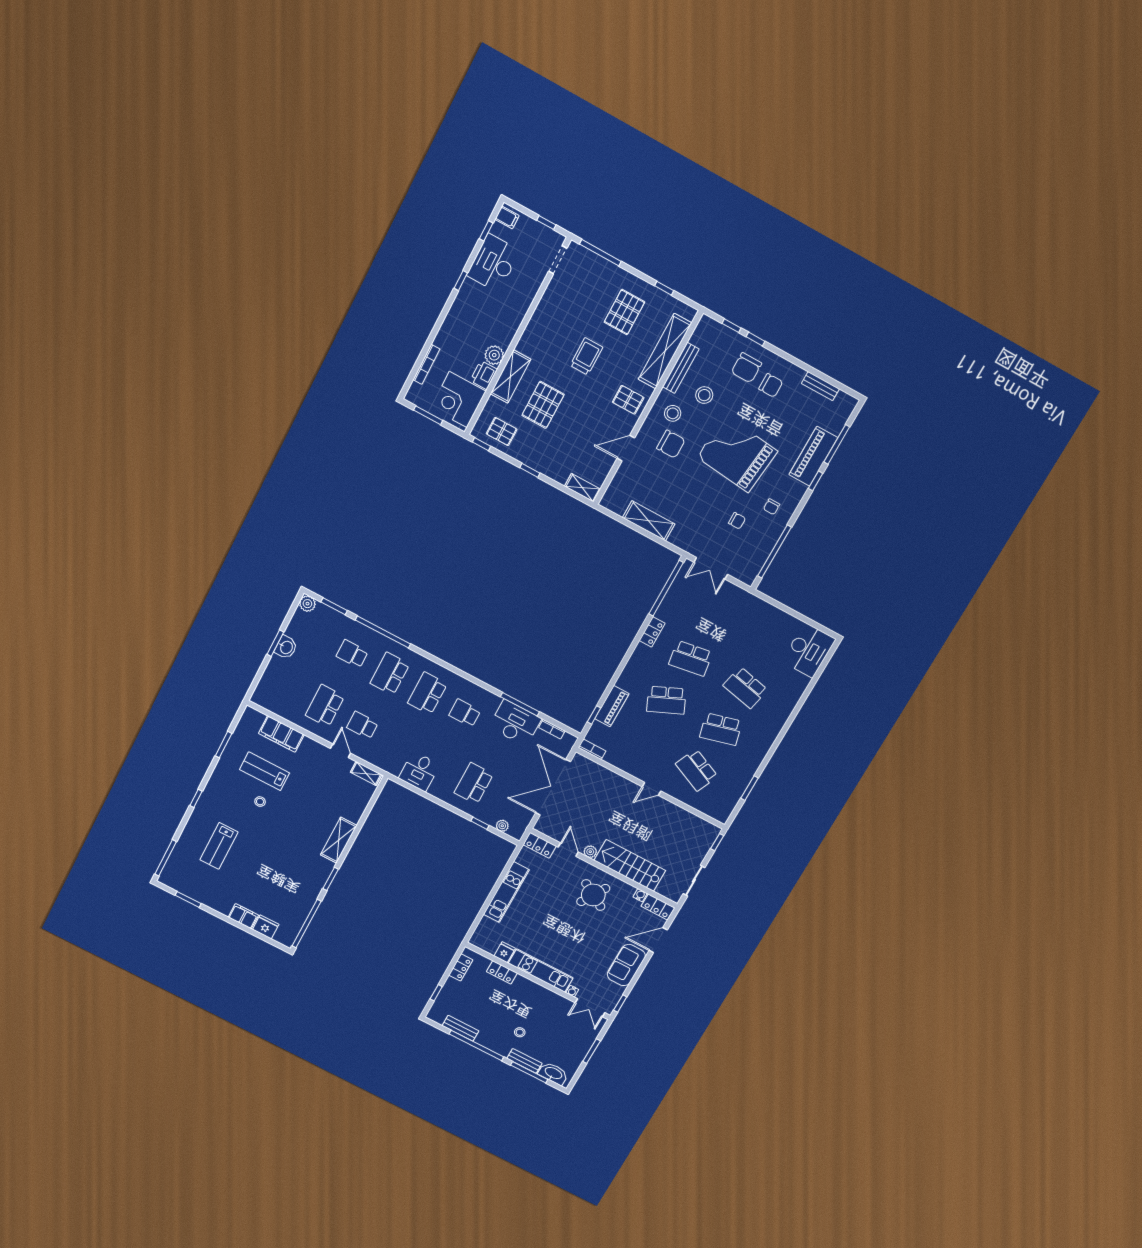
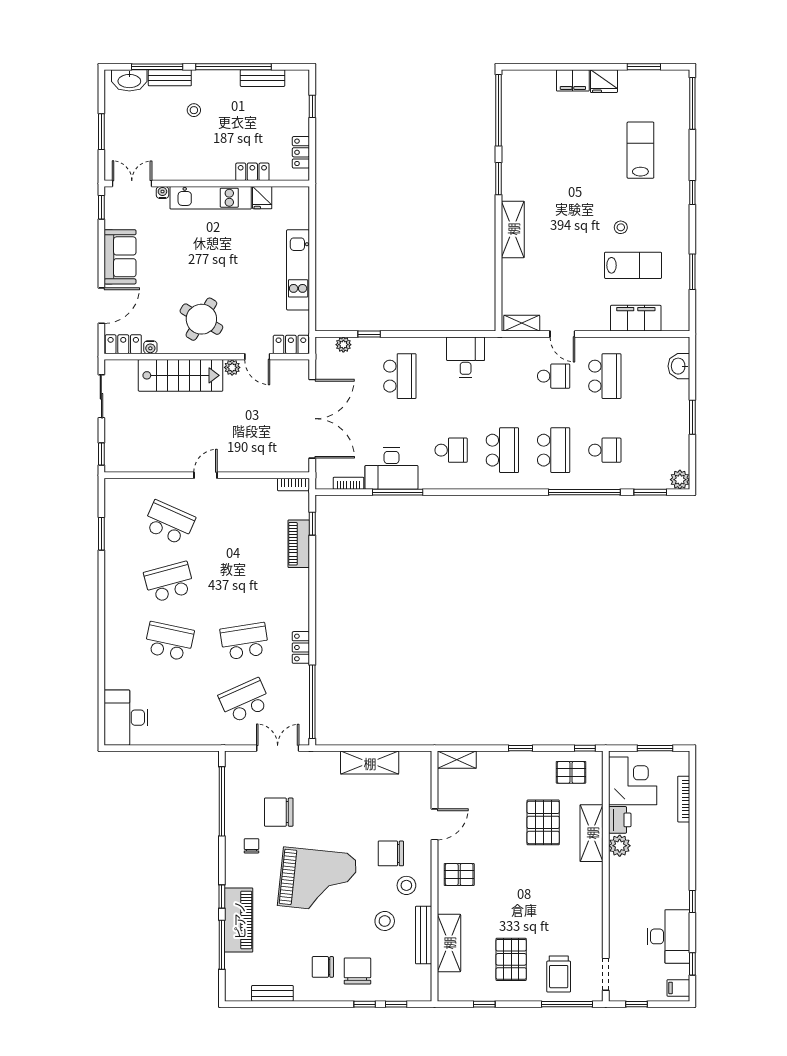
shelving: (665, 351) -> (449, 943), width x0.68
trolley: (586, 356) -> (559, 974), moved
chair: (737, 521) -> (279, 812), width x1.87, depth x1.87
washbasin: (286, 647) -> (679, 366), moved
school desk: (666, 700) -> (245, 701), moved
fridge: (266, 927) -> (604, 81), moved

